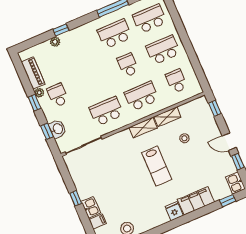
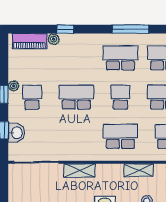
piano: (33, 73) -> (29, 41), moved, turned 90
school desk: (106, 111) -> (76, 97), moved
shelving: (143, 128) -> (79, 171), moved

